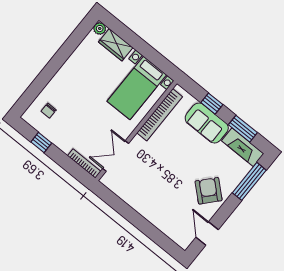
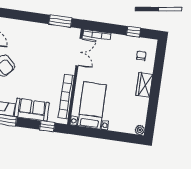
wardrobe: (116, 45) -> (144, 85), moved, turned -90
window: (212, 104) -> (47, 126), moved
window: (116, 203) -> (60, 21), added

